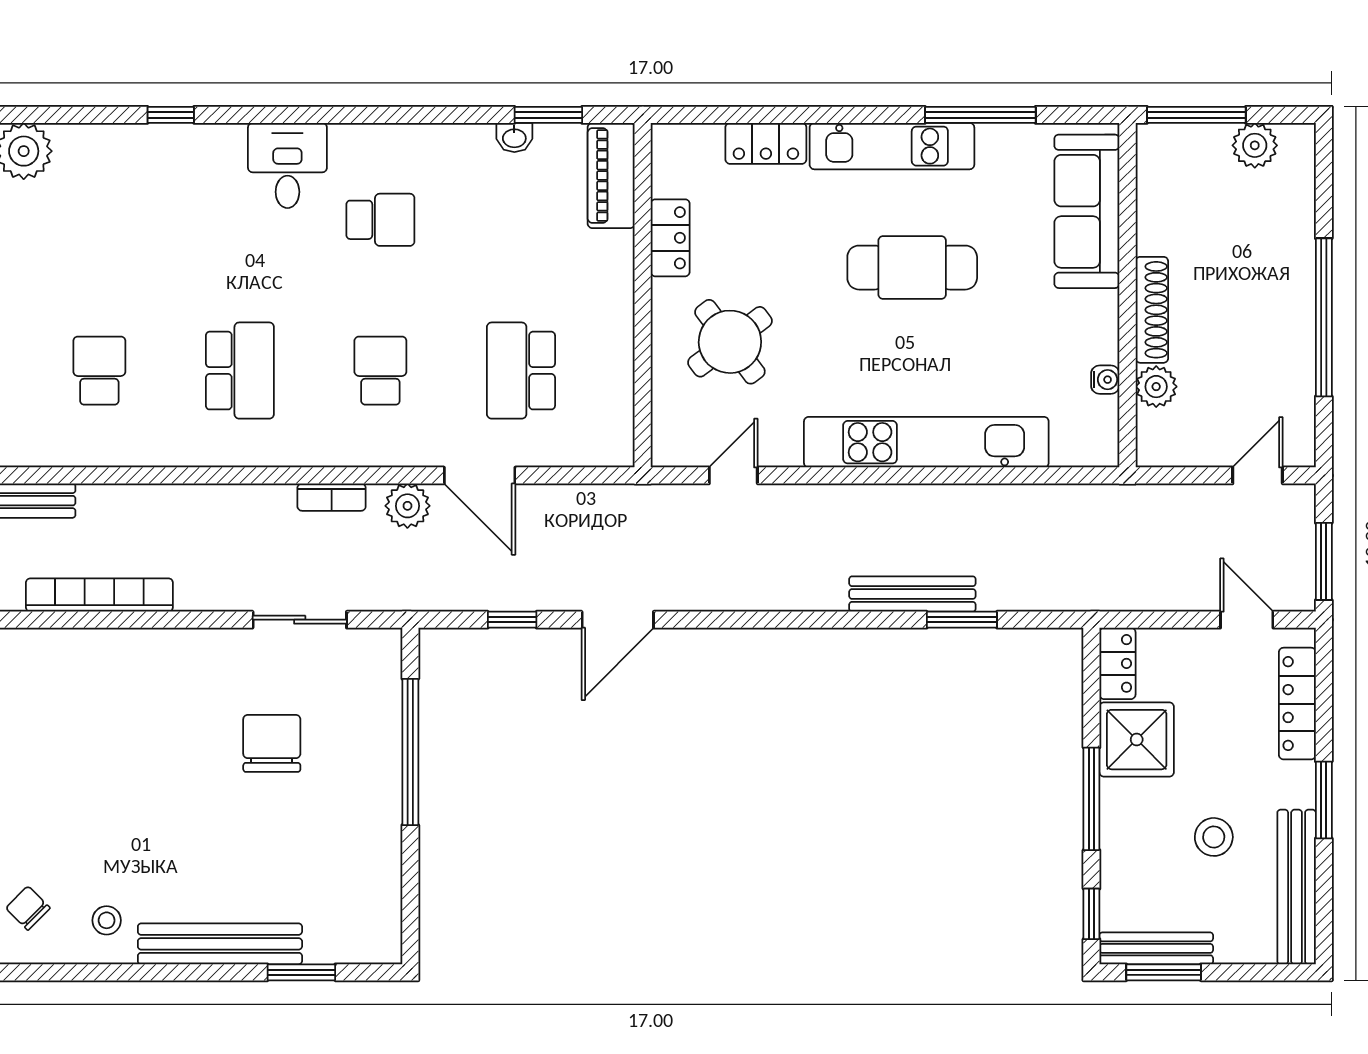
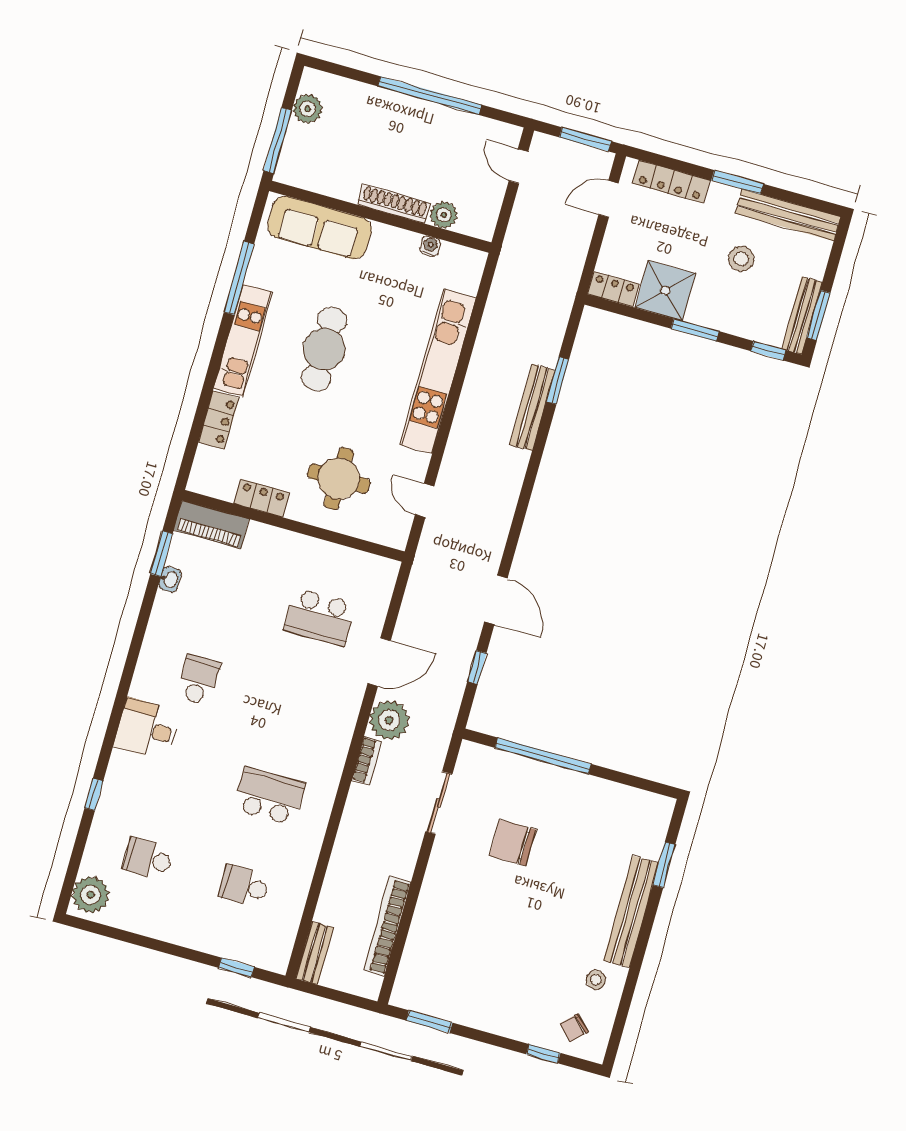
round table: (730, 342) -> (339, 479), turned 37
school desk: (380, 371) -> (148, 859), moved
plant: (407, 506) -> (389, 720), width x1.36, depth x1.36
window: (1091, 799) -> (695, 330), width x0.69

